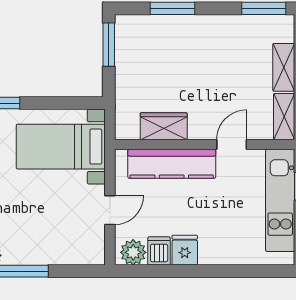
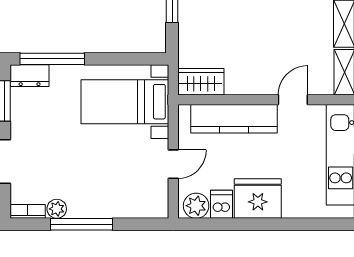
wardrobe: (164, 126) -> (201, 82), moved
fridge: (185, 250) -> (258, 199), width x1.88, depth x1.34

